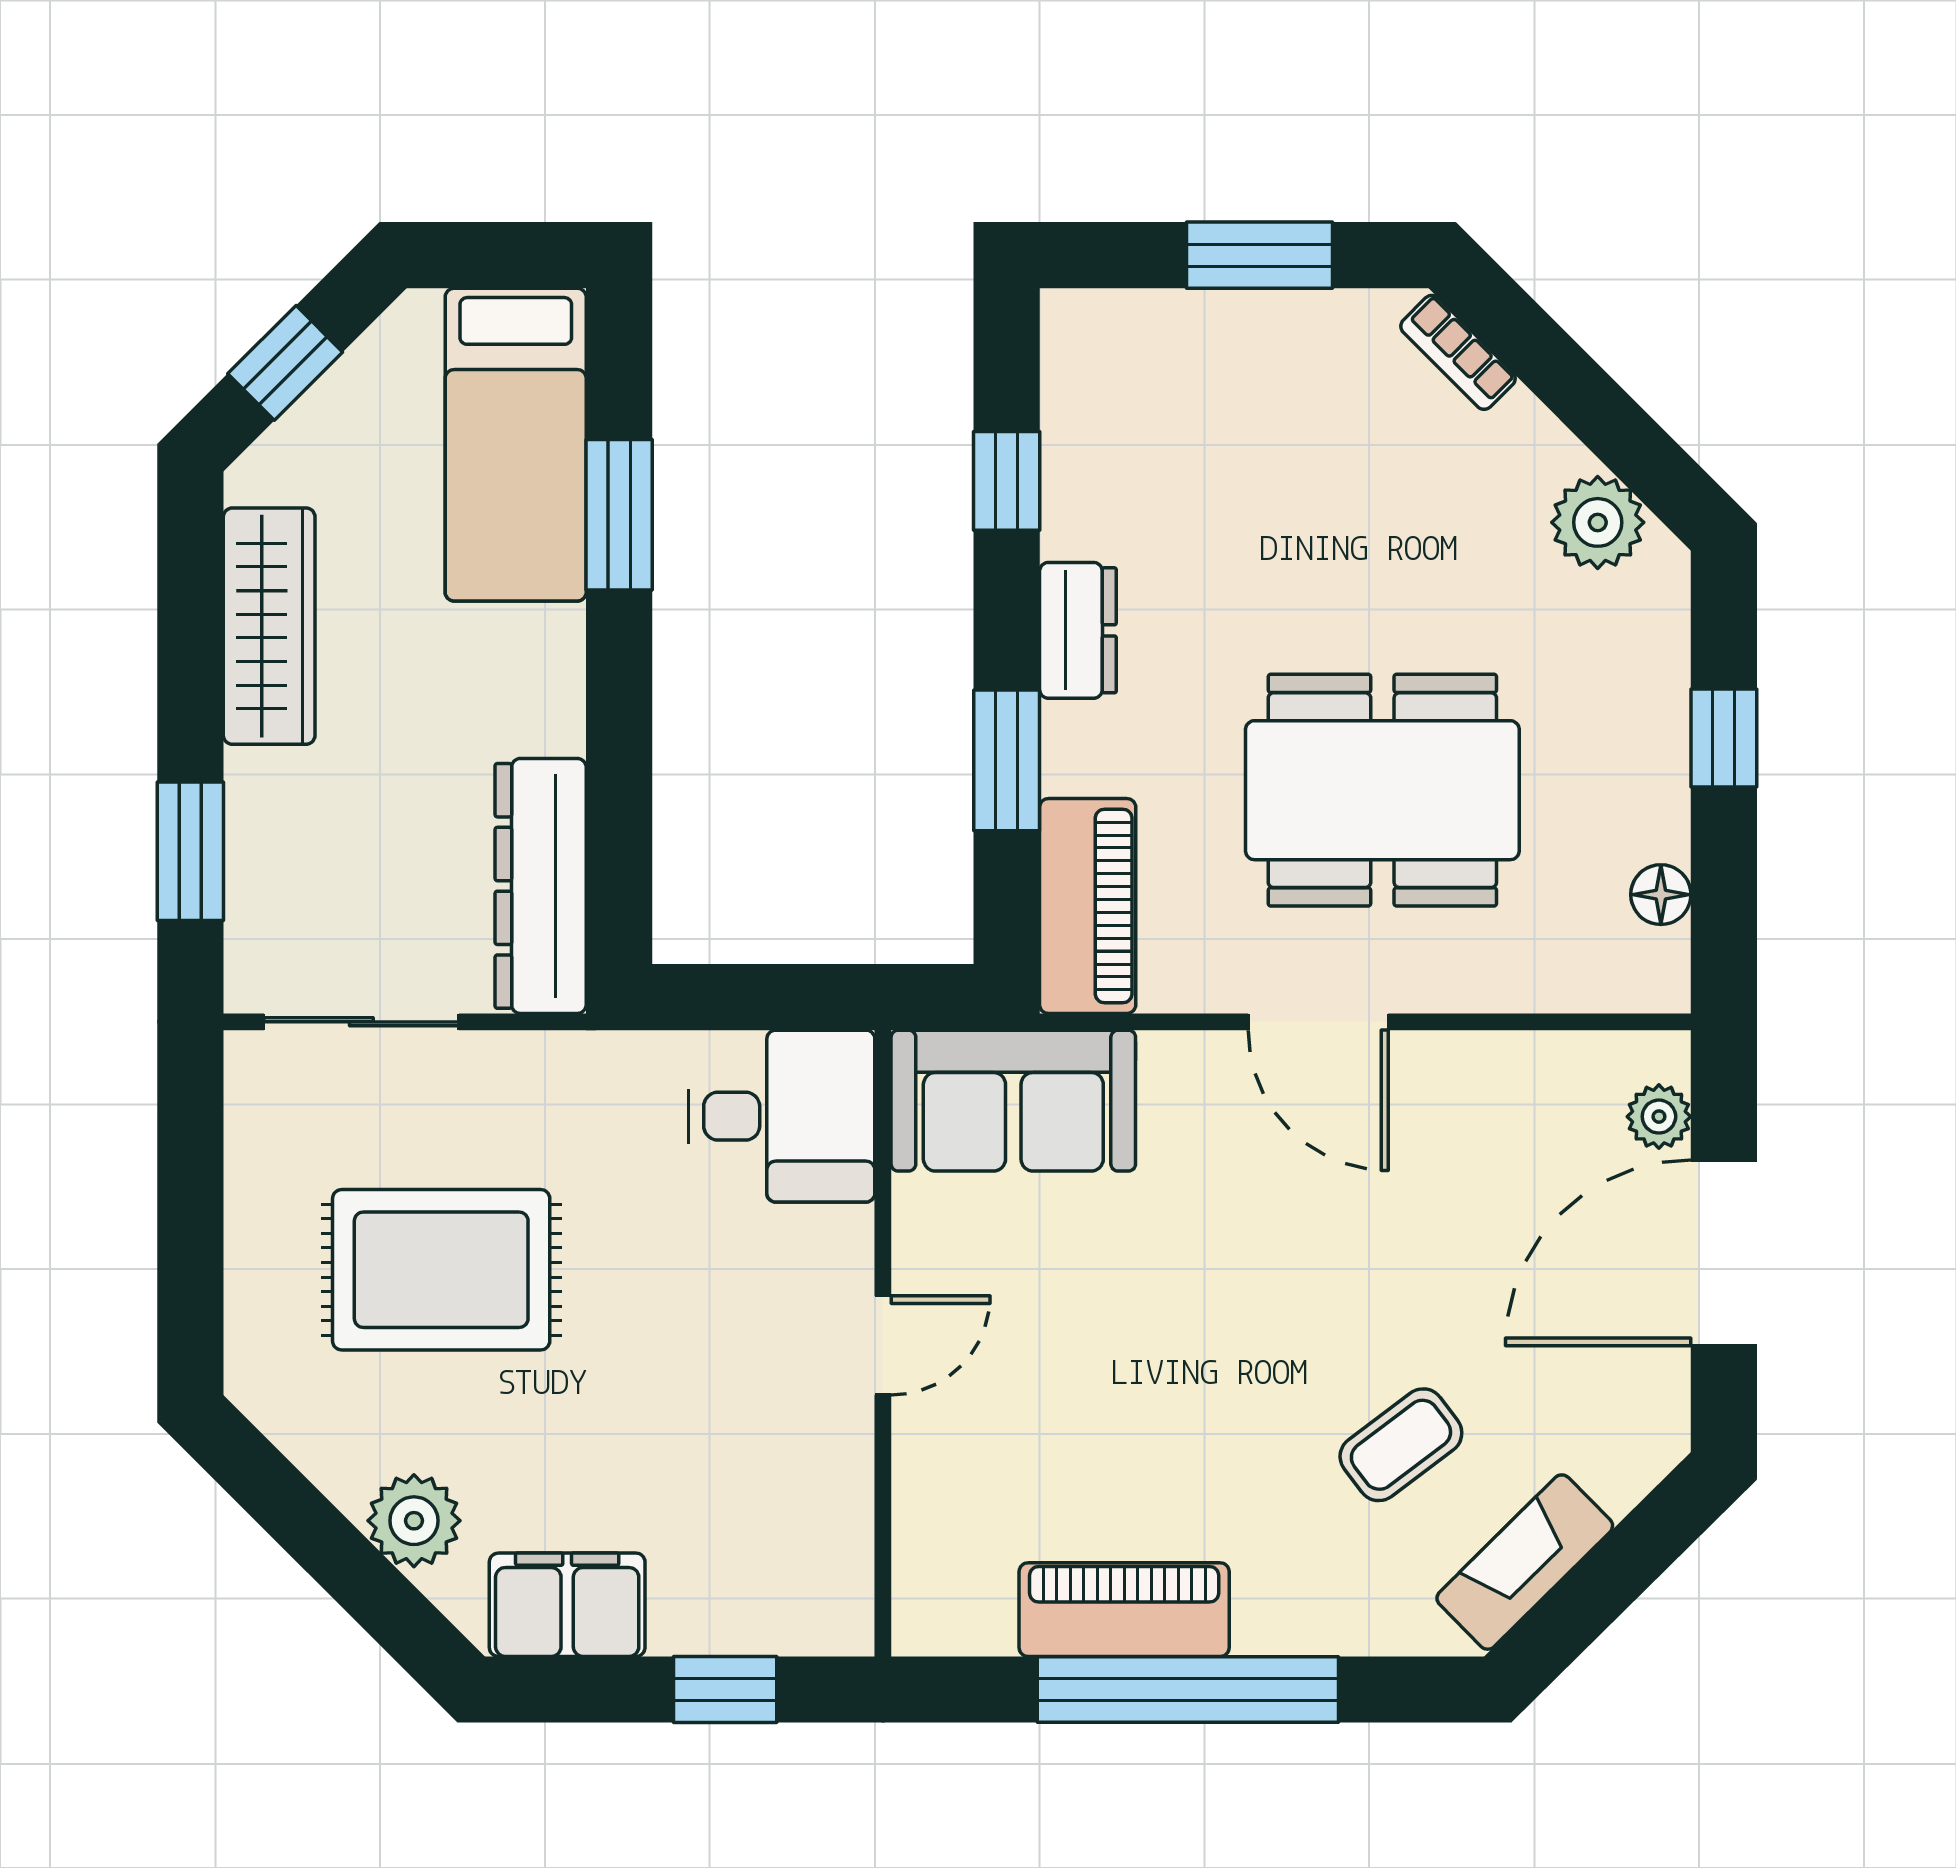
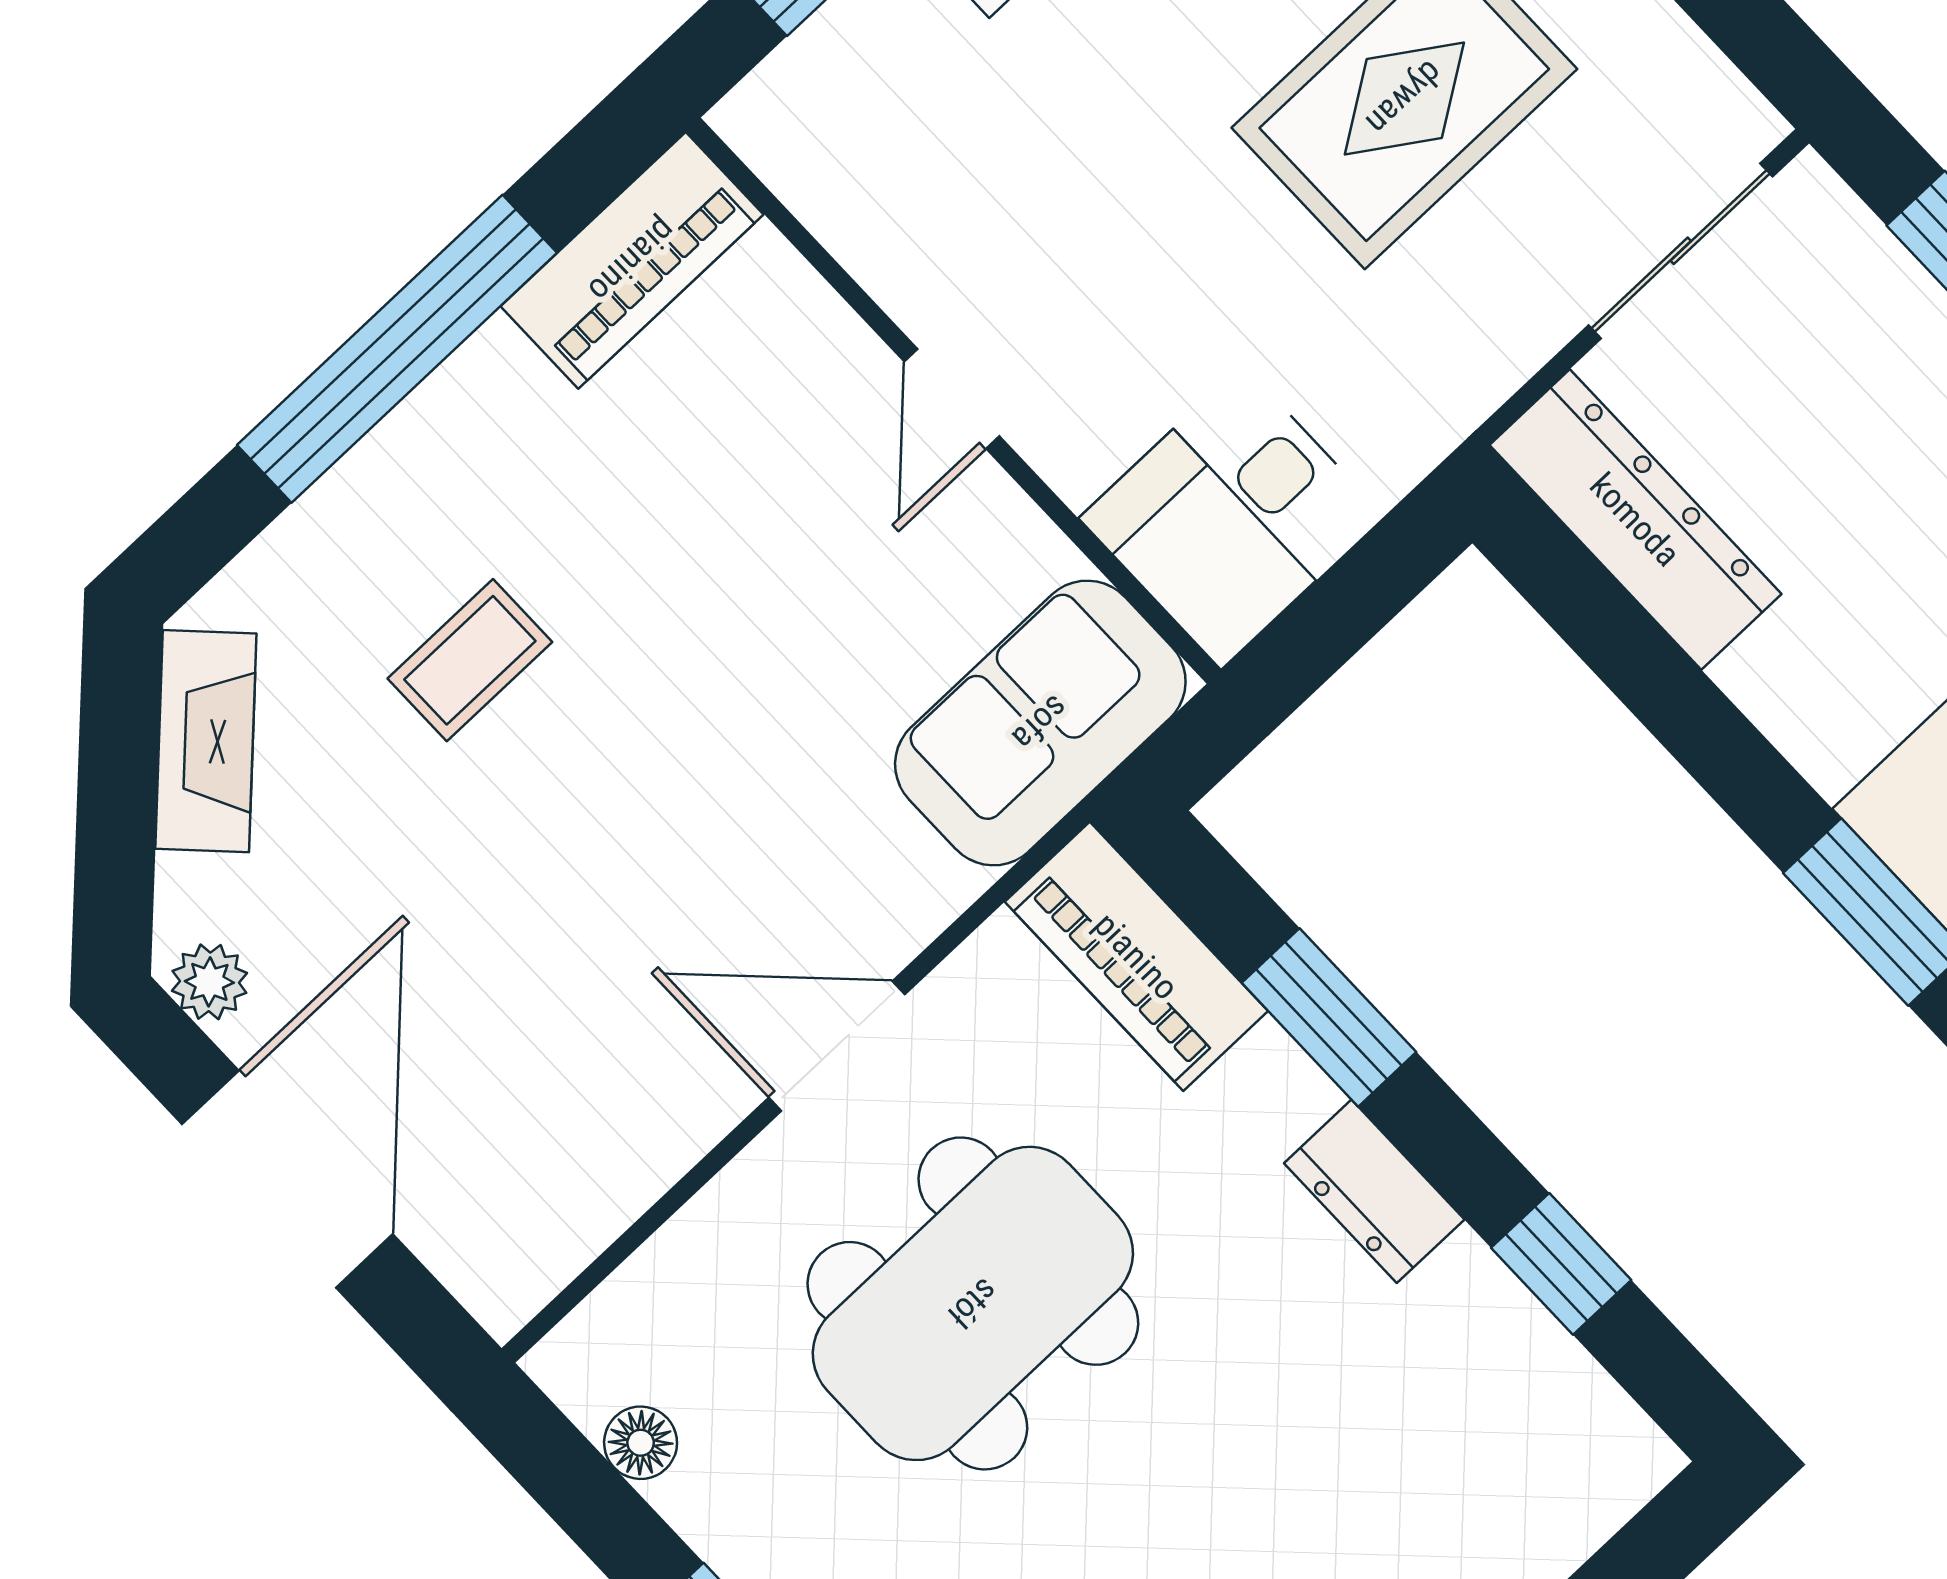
plant: (1659, 1117) -> (209, 982), moved
coffee table: (1401, 1445) -> (470, 660), moved, turned 37
piano: (1124, 1610) -> (632, 260), moved

